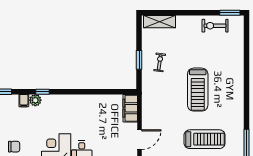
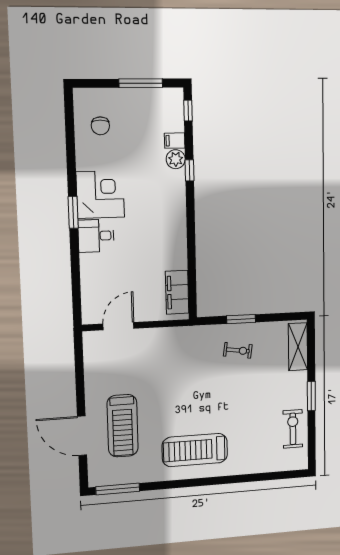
window: (230, 13) -> (311, 396), moved
treadmill: (198, 90) -> (195, 450), moved
filing cabinet: (130, 108) -> (177, 292), moved, turned -90
door: (140, 140) -> (118, 326), swing flipped

